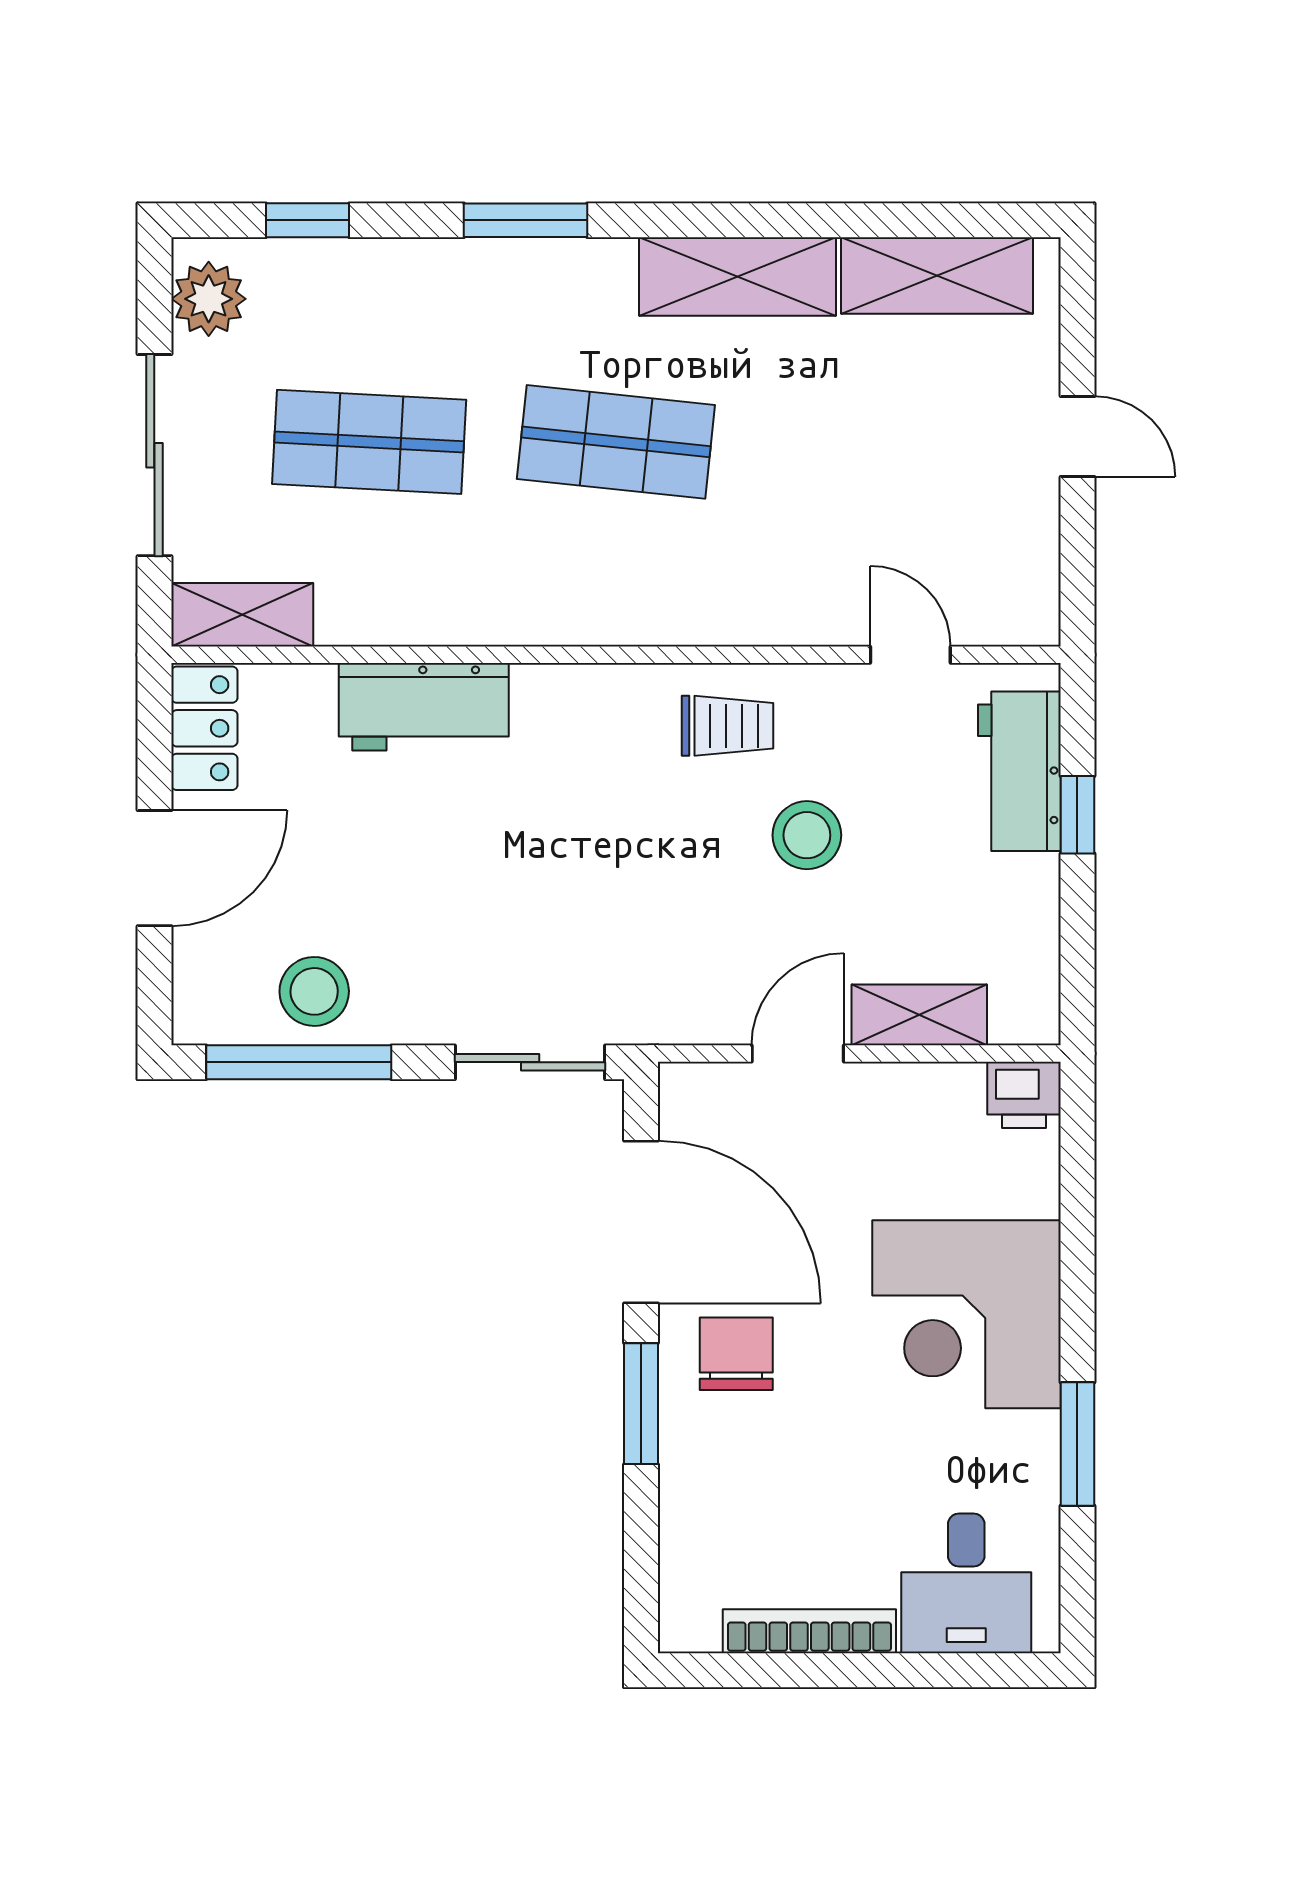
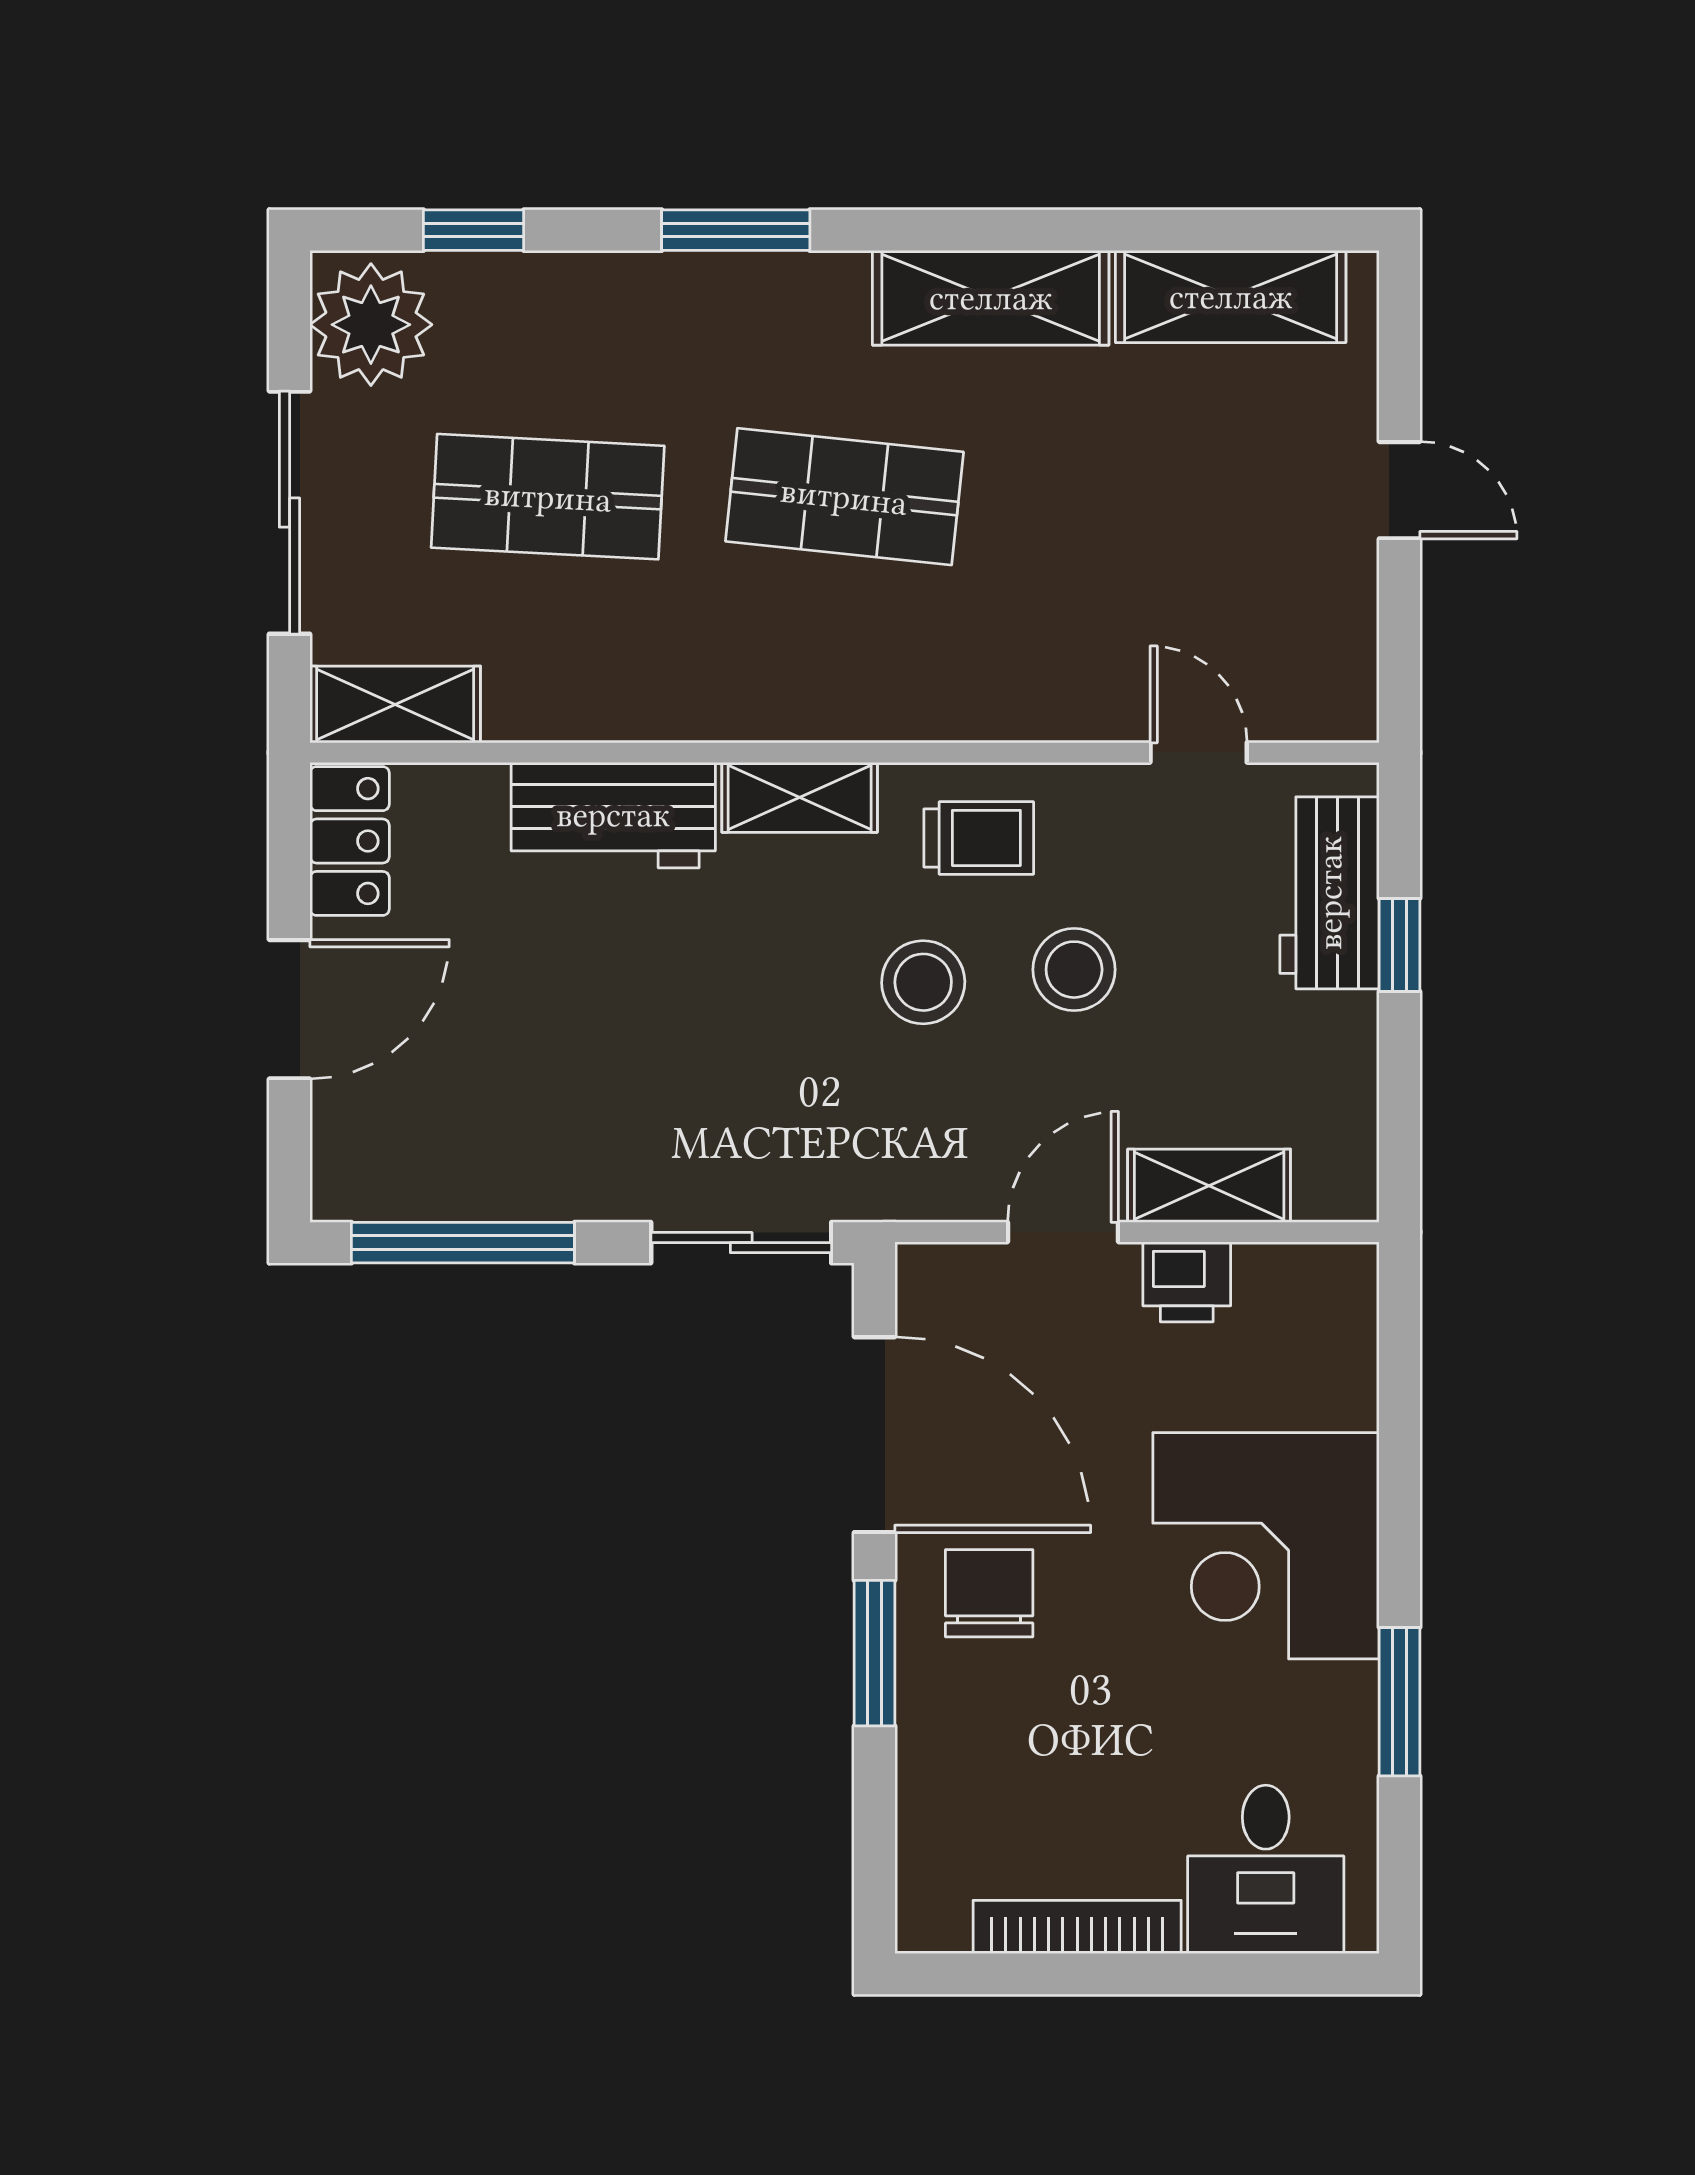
plant: (209, 299) -> (371, 325), width x1.36, depth x1.36
shelving: (579, 692) -> (800, 797), added
stool: (314, 991) -> (923, 982), moved
printer: (1024, 1095) -> (1187, 1282), moved

